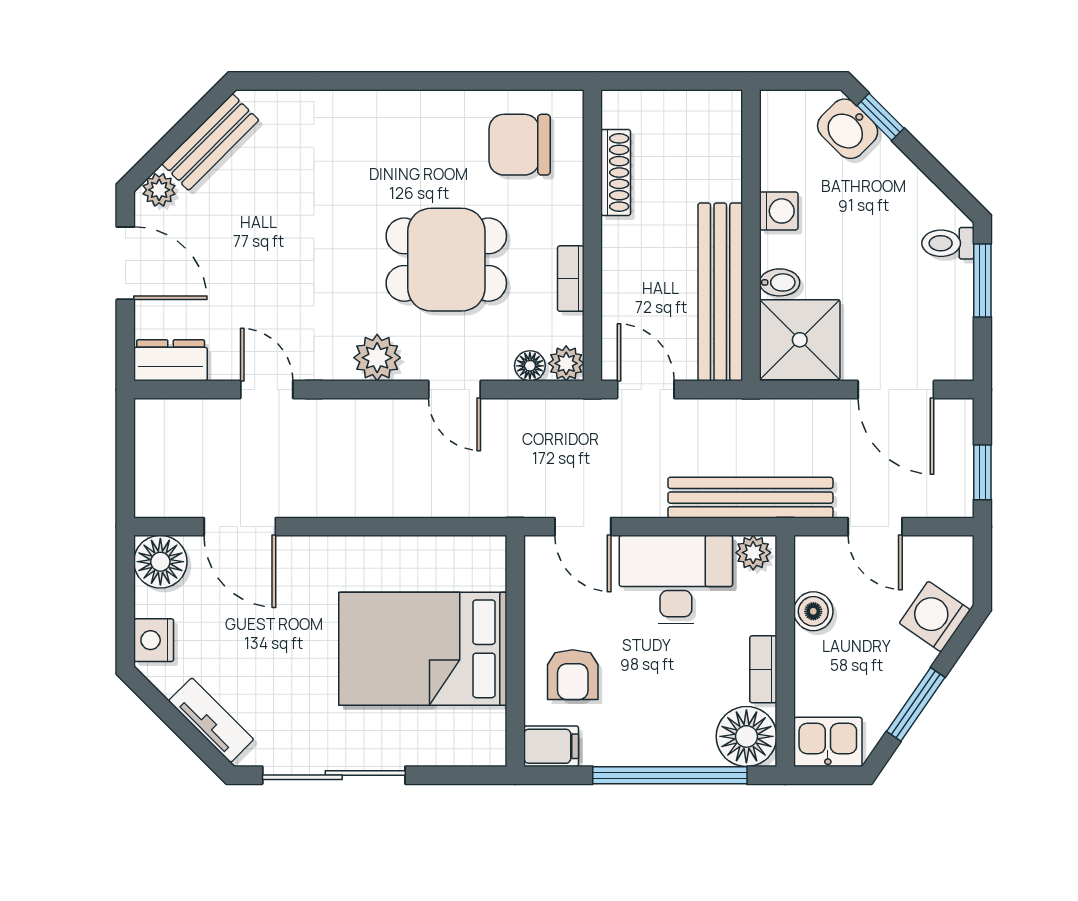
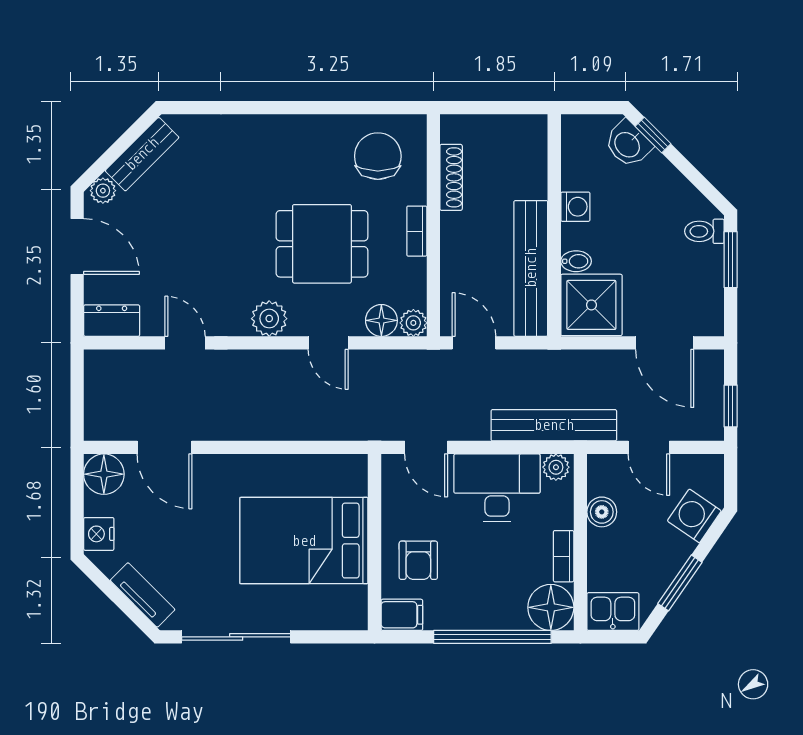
chair: (520, 145) -> (378, 156), turned 90
bookcase: (571, 279) -> (417, 231), moved
floor lamp: (530, 366) -> (381, 320), width x1.37, depth x1.37

